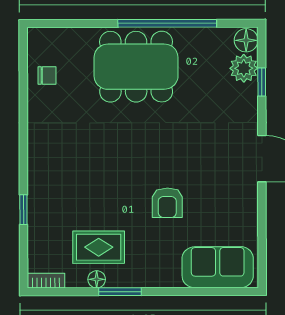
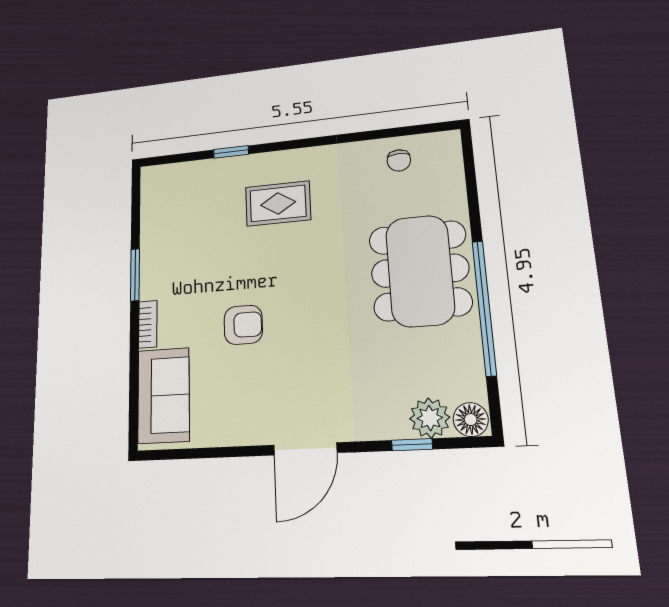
armchair: (167, 203) -> (243, 325), turned 180
rug: (99, 247) -> (278, 203), moved, turned 90
floor lamp: (97, 279) -> (150, 246), removed
bookcase: (46, 281) -> (148, 324), moved

